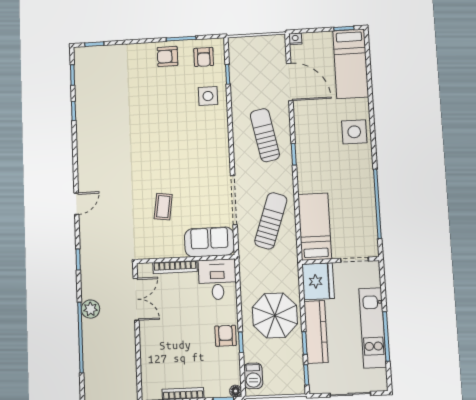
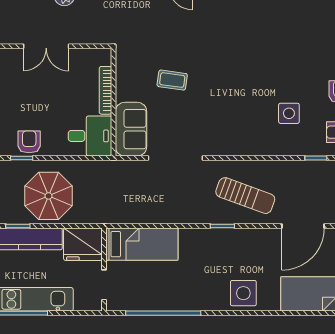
side table: (208, 96) -> (289, 113), moved
sun lounger: (265, 135) -> (245, 196), turned 31
sun lounger: (271, 221) -> (151, 197), removed
double door: (136, 299) -> (46, 46), moved
armchair: (226, 336) -> (29, 142), turned -90

